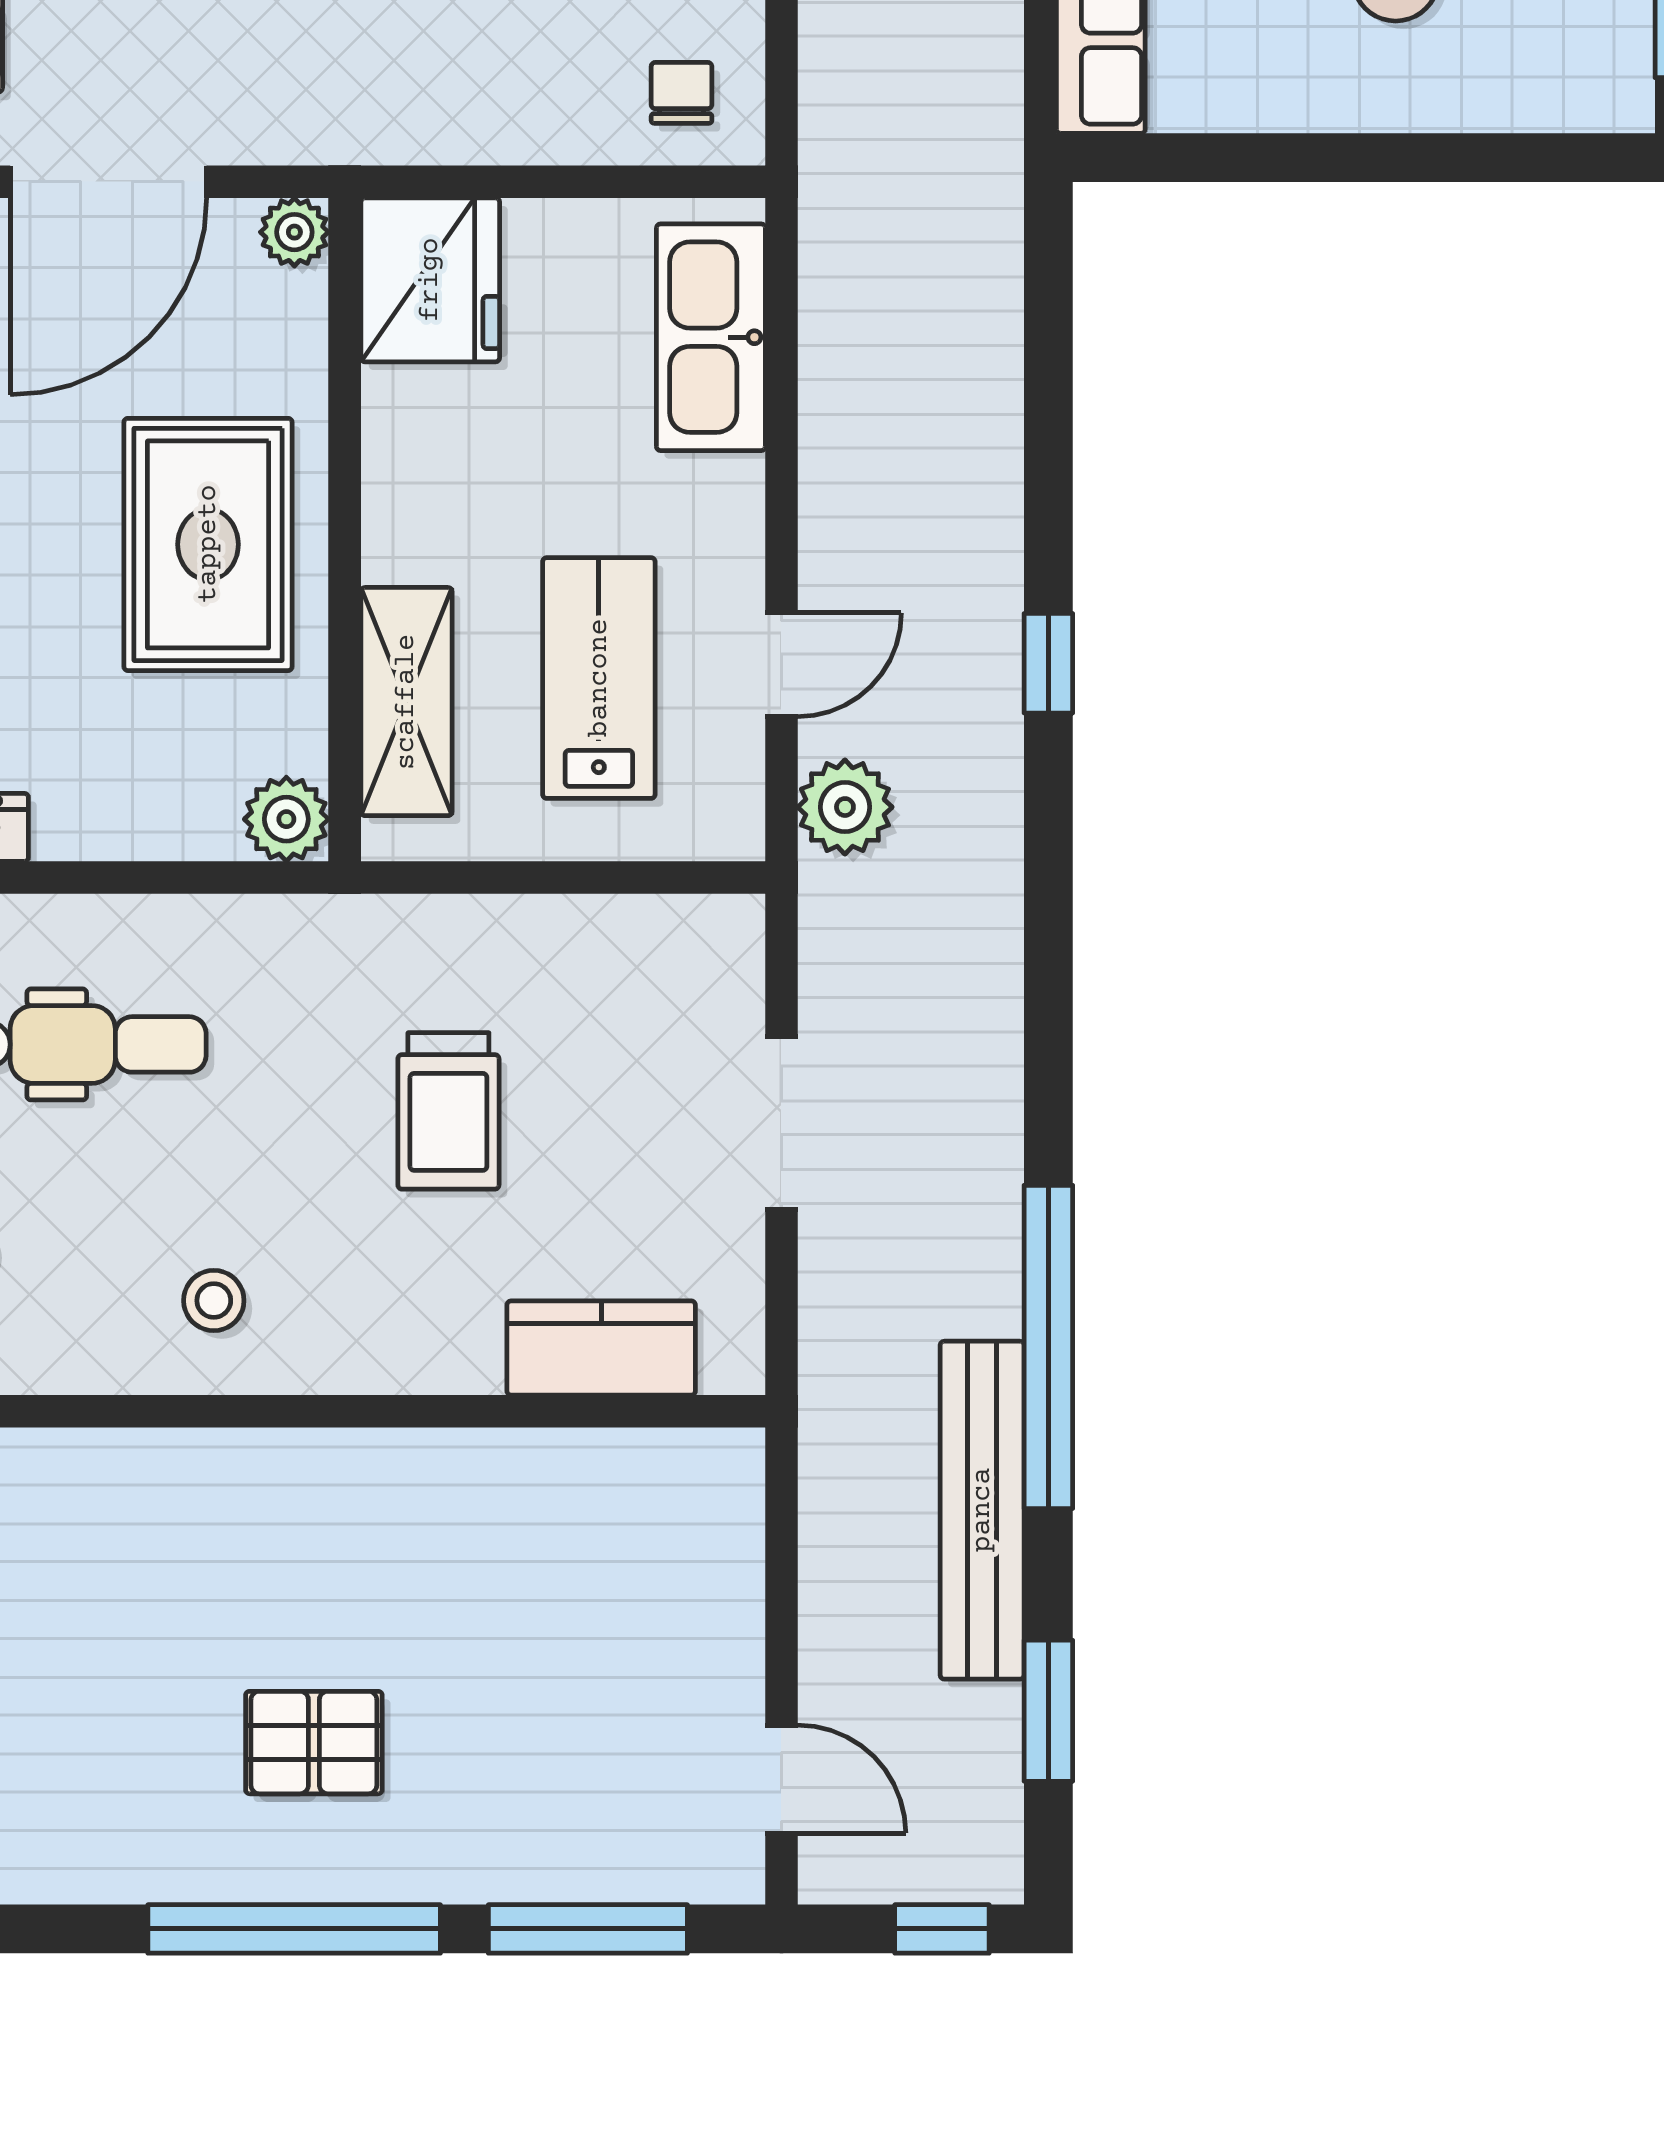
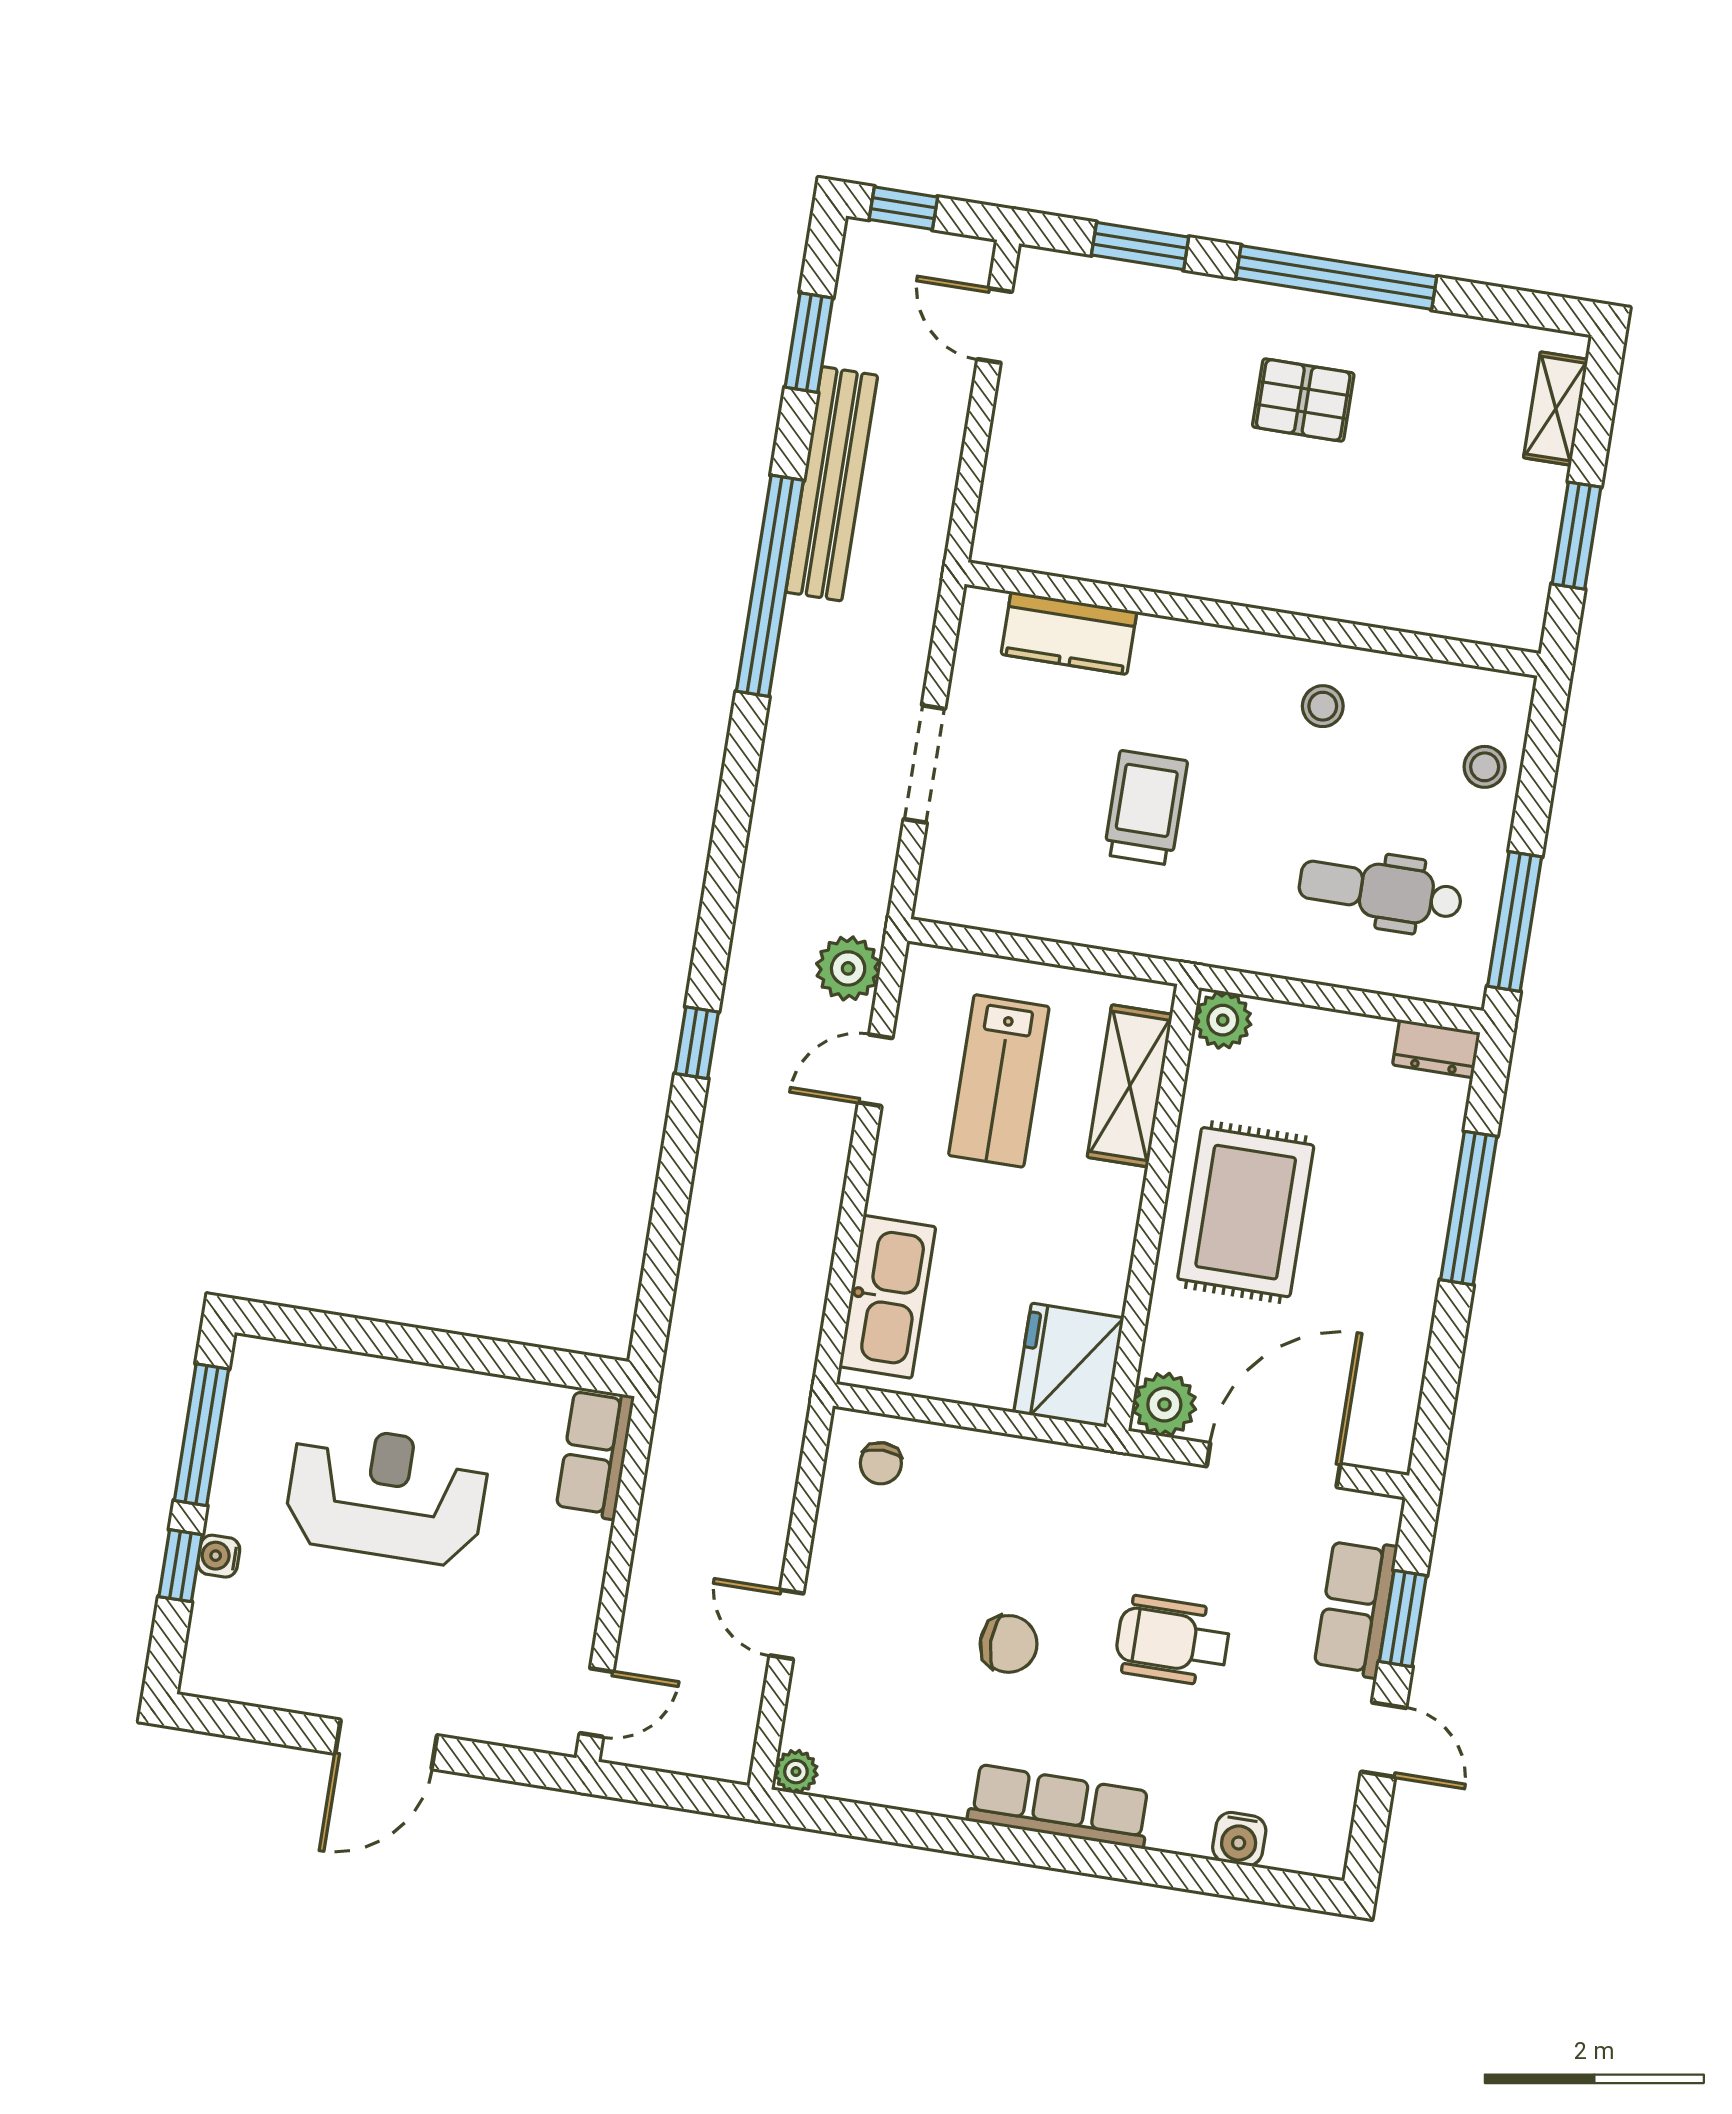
plant: (294, 232) -> (1164, 1404), width x1.38, depth x1.38
window: (588, 1929) -> (1140, 246), width x0.69

